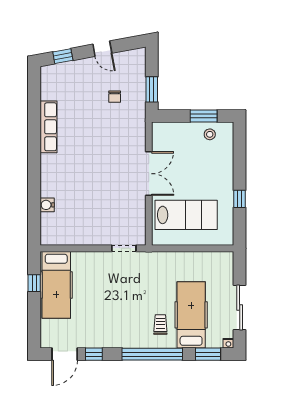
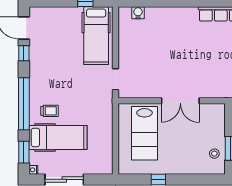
water cooler: (47, 205) -> (138, 13), moved
hospital bed: (56, 285) -> (96, 36), moved, turned -90

